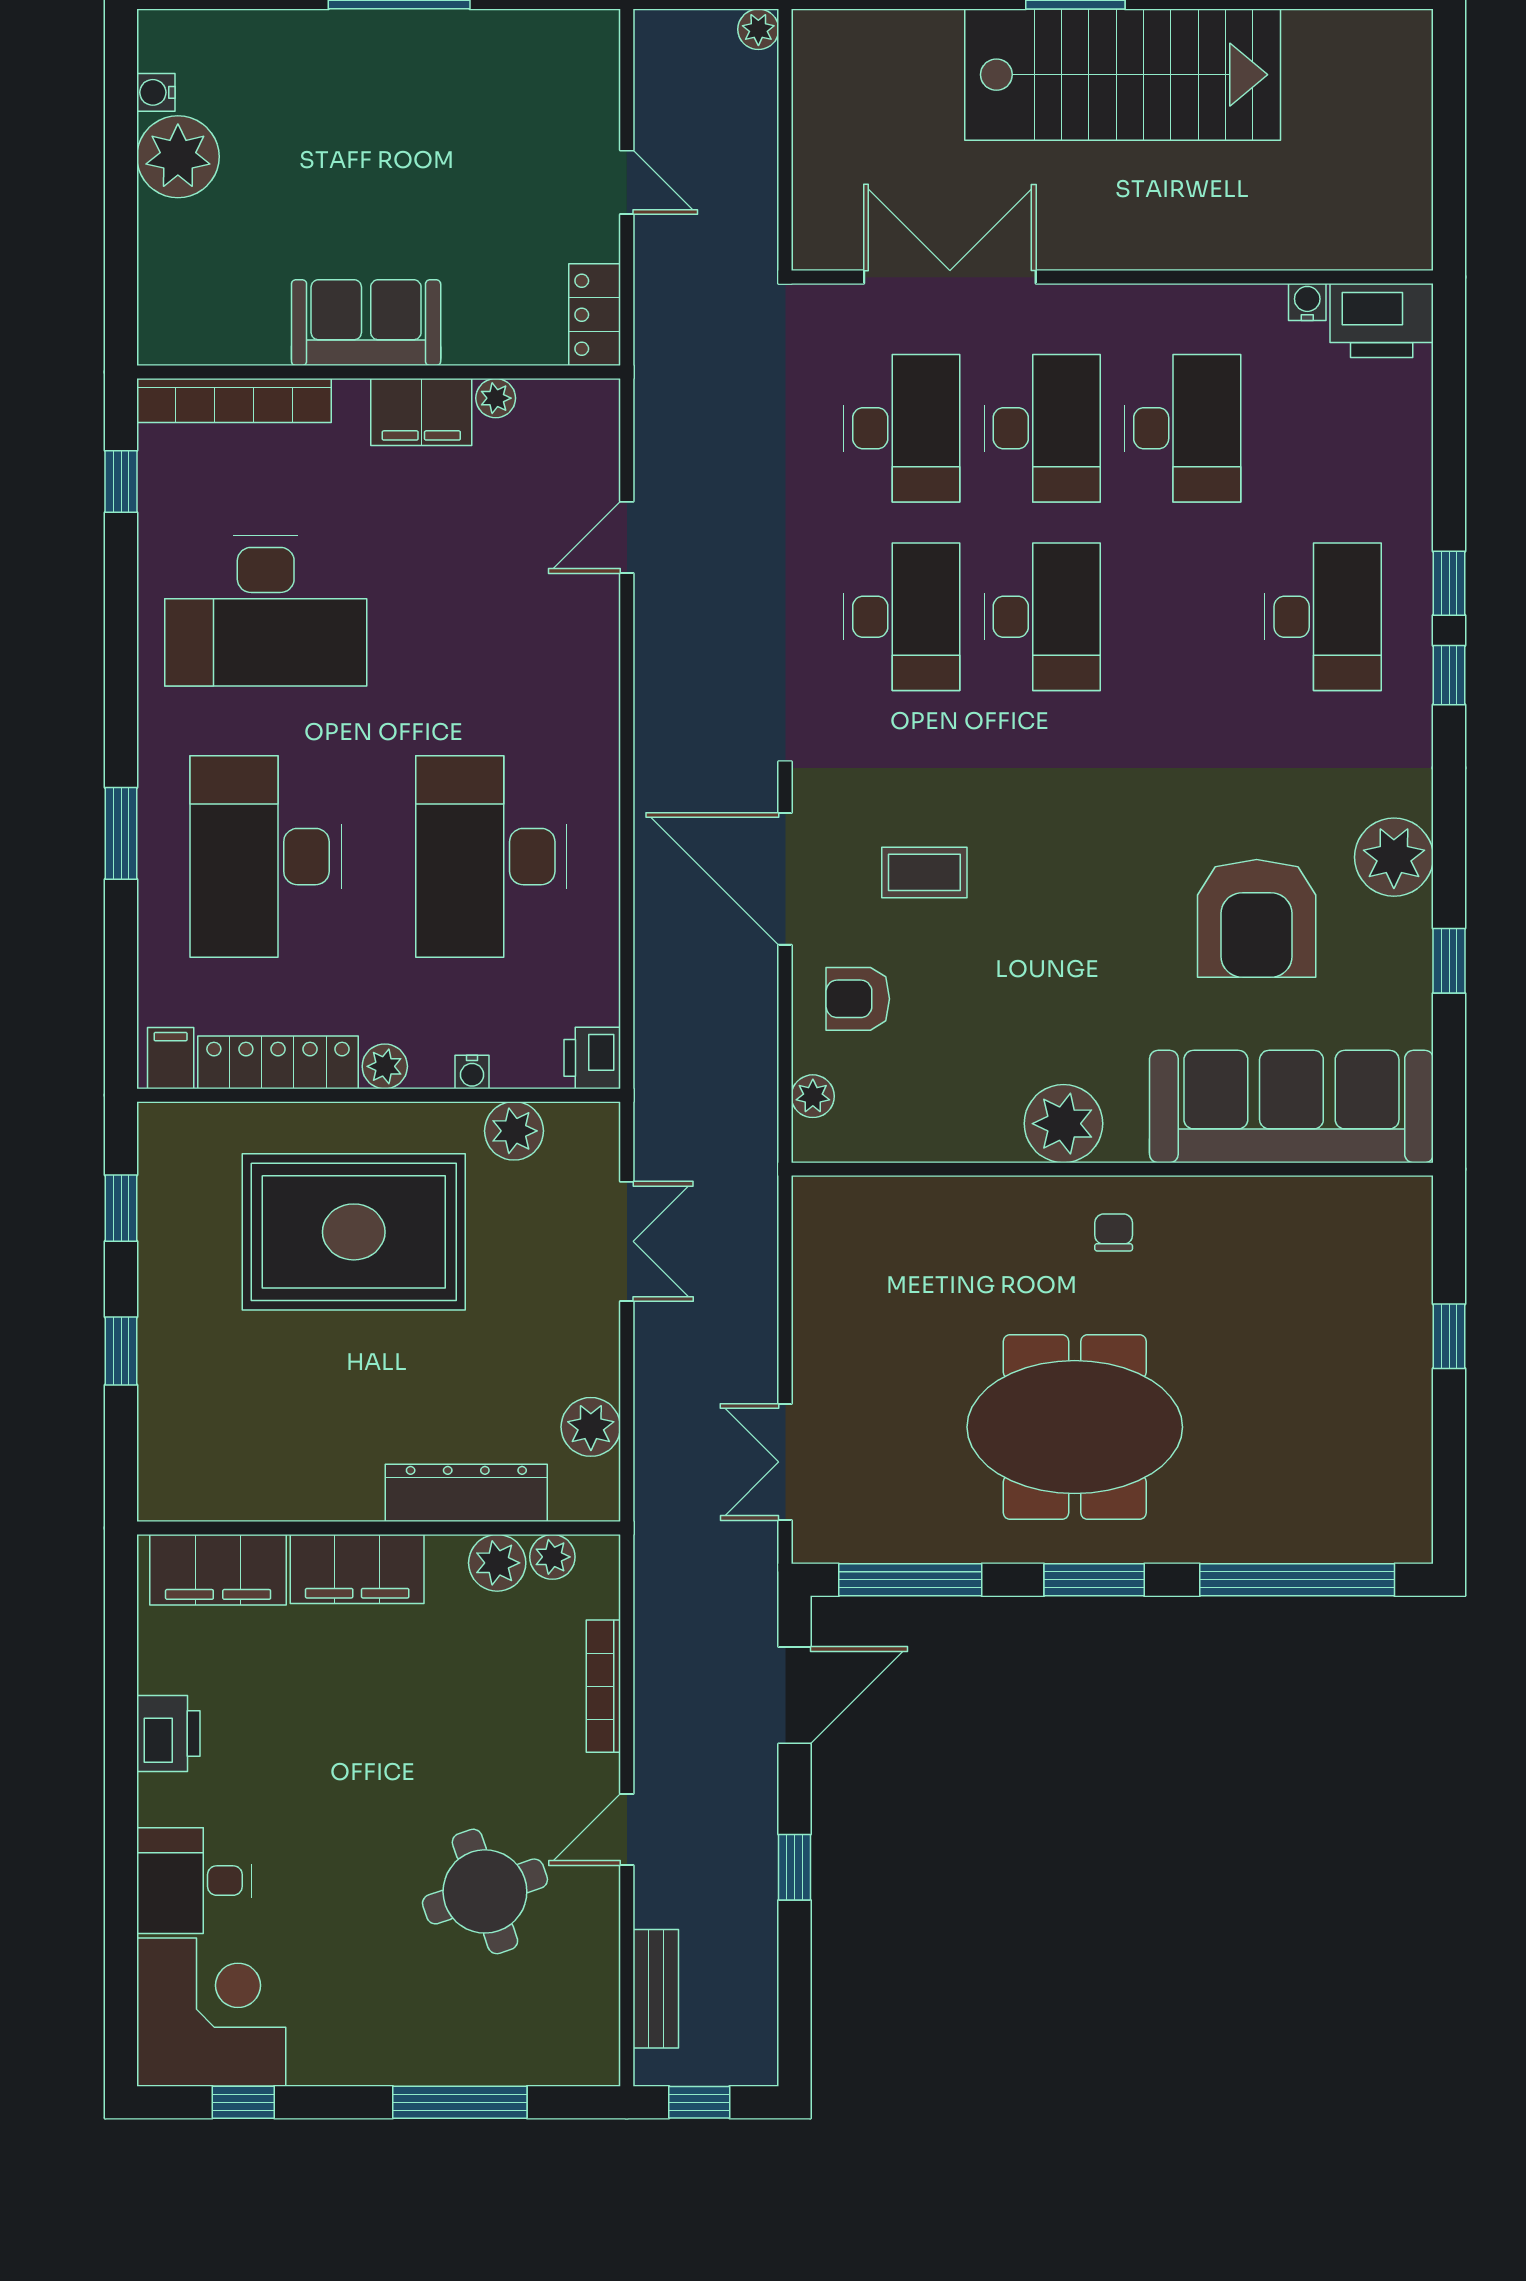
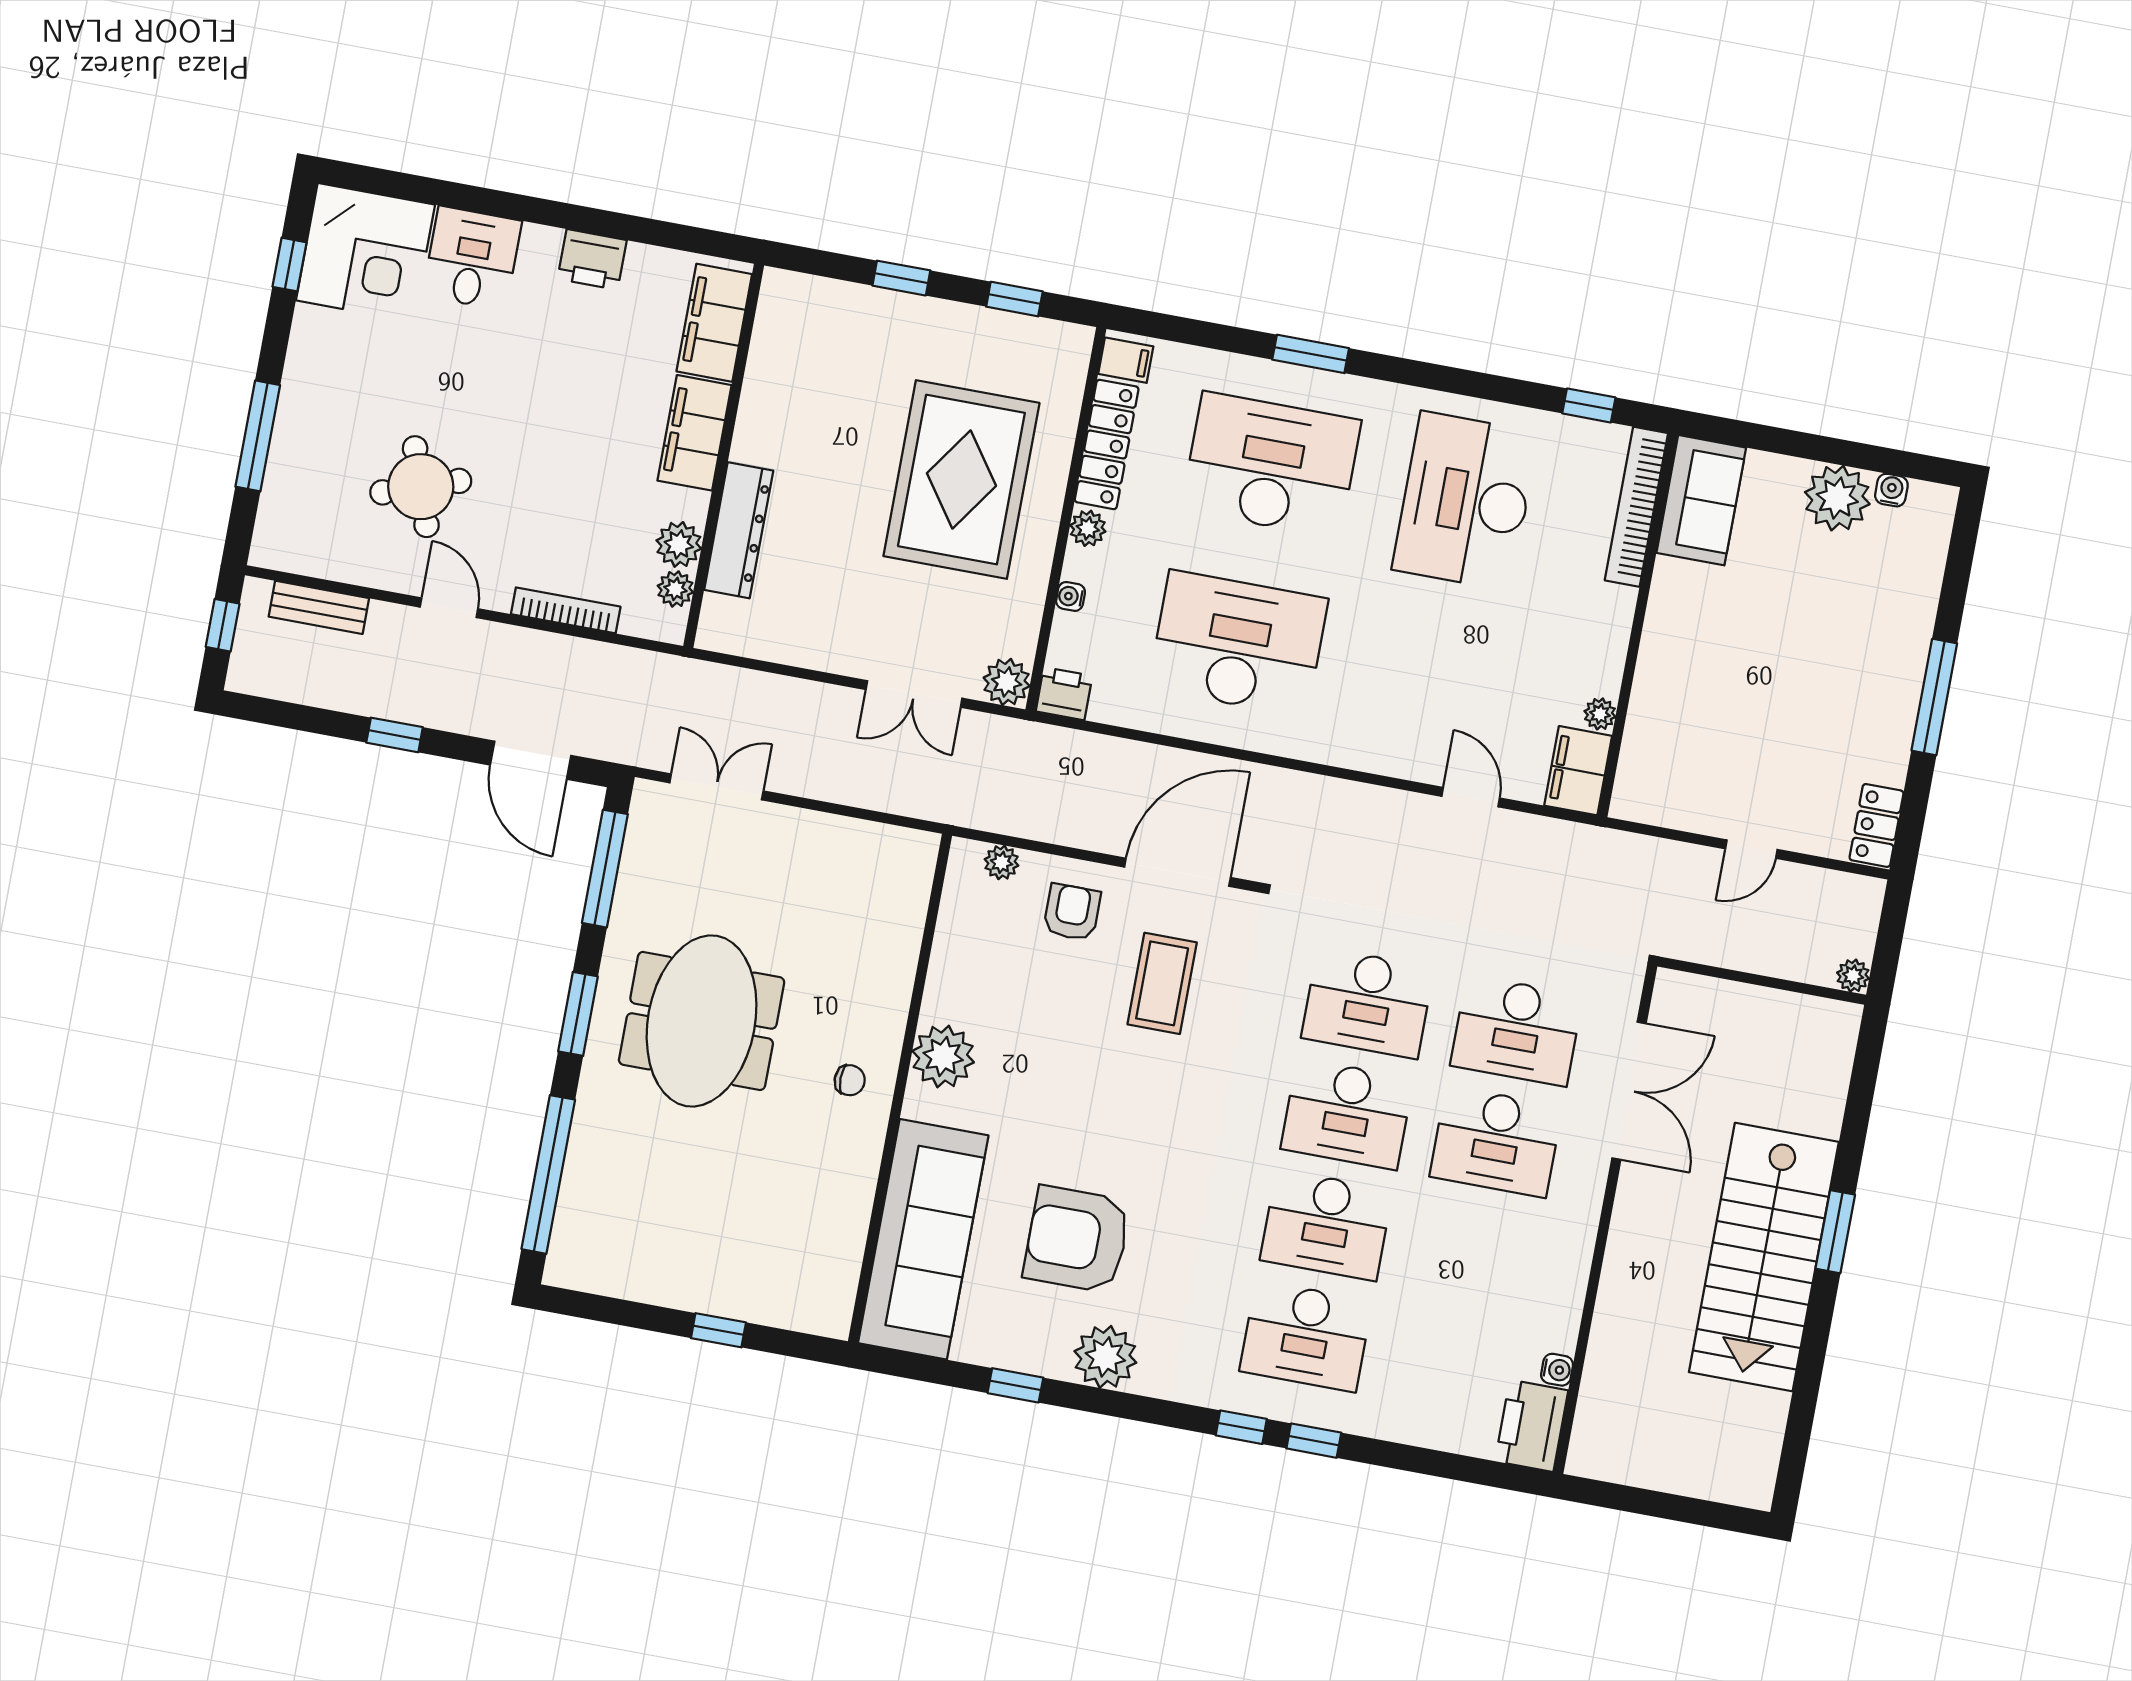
locker: (595, 315) -> (1877, 825), moved, turned -90
sofa: (366, 323) -> (1701, 500), moved
filing cabinet: (421, 412) -> (1578, 771), moved
desk: (1183, 428) -> (1326, 1225), moved
coffee table: (924, 872) -> (1162, 983), width x1.36, depth x1.30
plant: (514, 1131) -> (1007, 682), moved
plant: (591, 1427) -> (773, 638), removed

